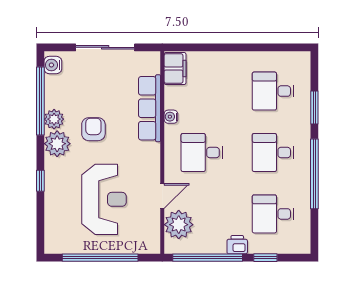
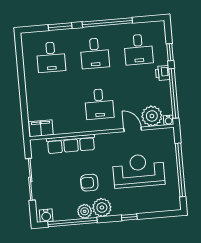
water cooler: (171, 117) -> (168, 120), moved

